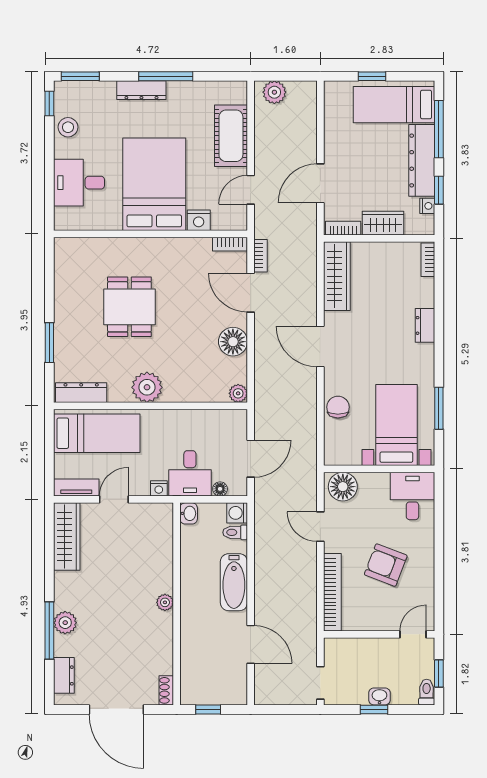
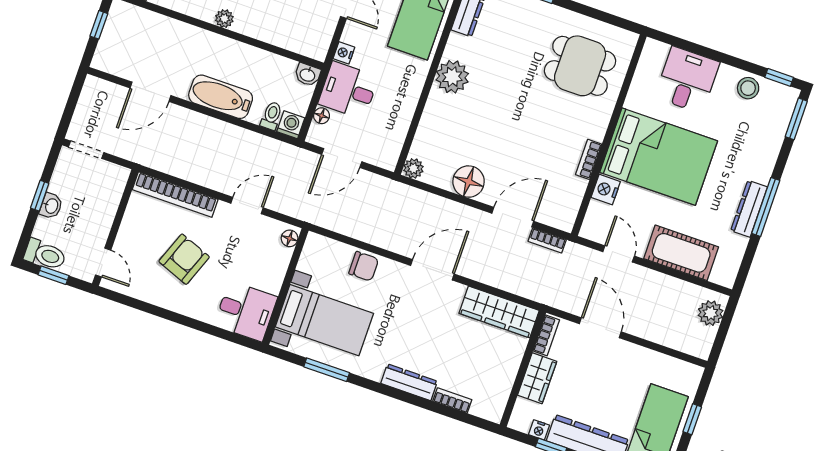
dresser: (141, 90) -> (749, 209), moved
bookcase: (230, 244) -> (589, 159), moved
bookcase: (428, 260) -> (452, 401), moved
dining table: (129, 307) -> (580, 66), moved
dresser: (425, 325) -> (409, 382), width x1.44
door: (251, 459) -> (342, 158), hinge flipped
floor lamp: (343, 487) -> (290, 238), width x0.53, depth x0.53
toilet: (427, 692) -> (45, 255), width x1.37, depth x1.39

